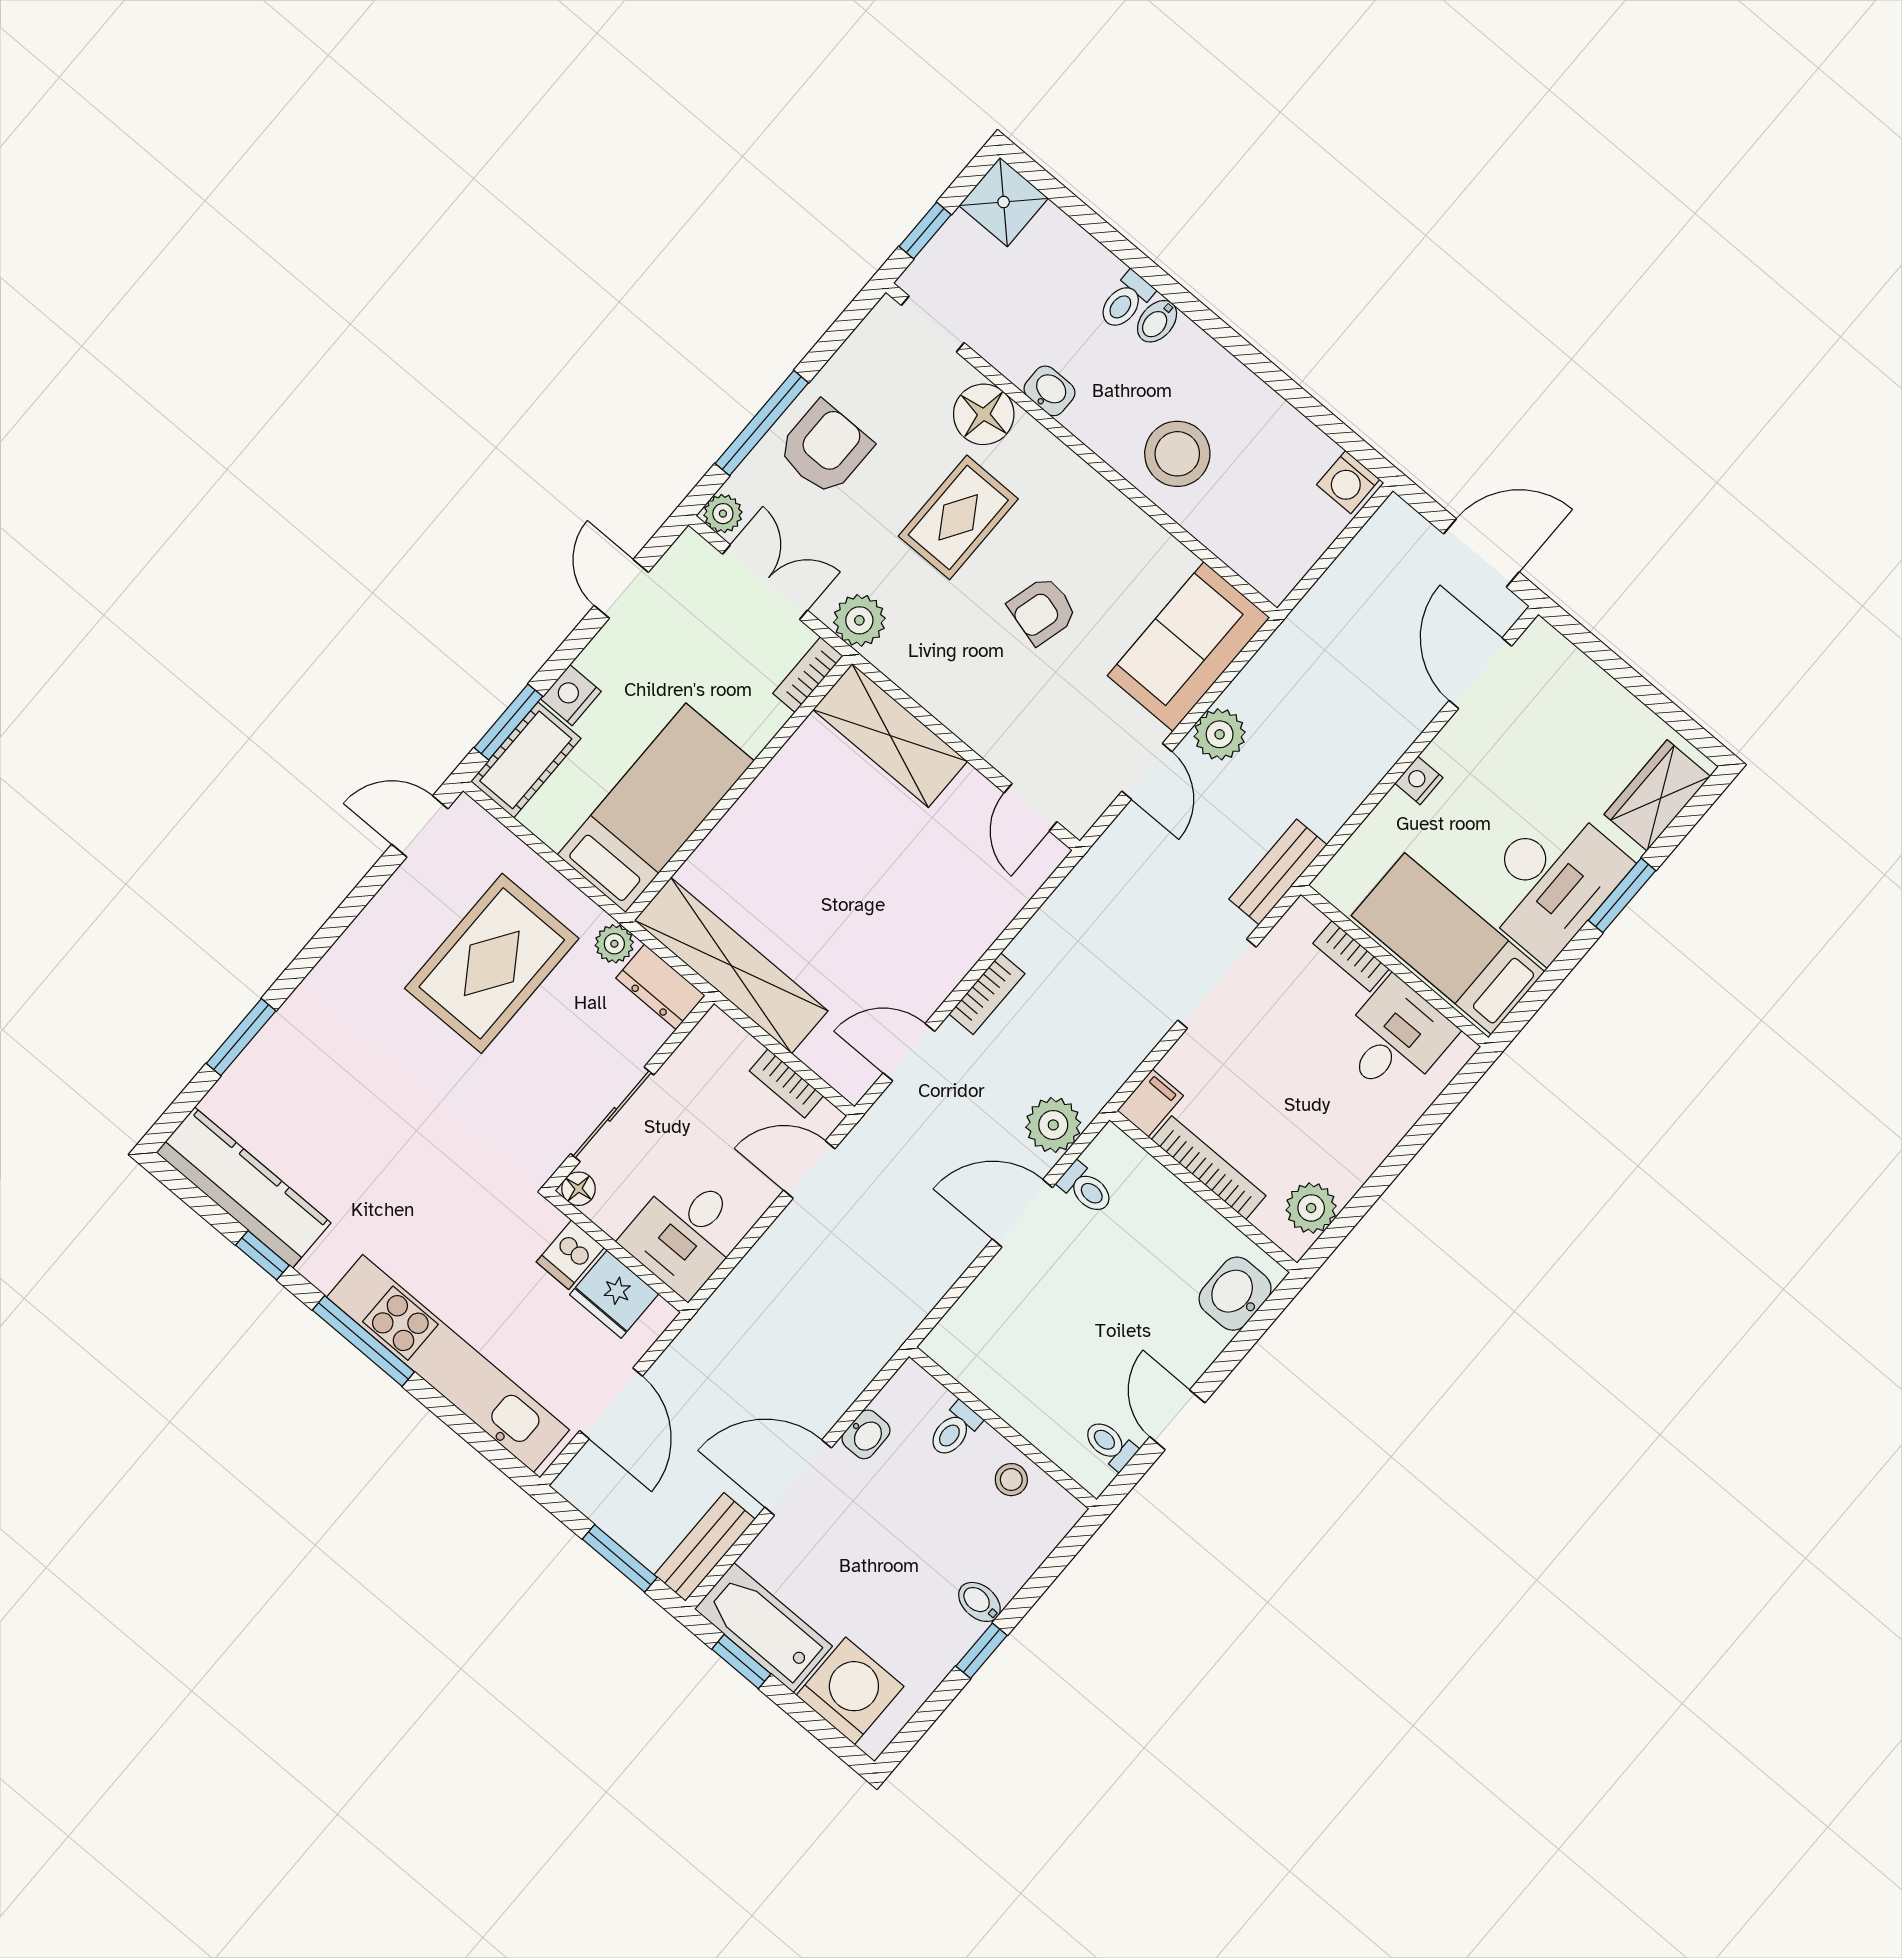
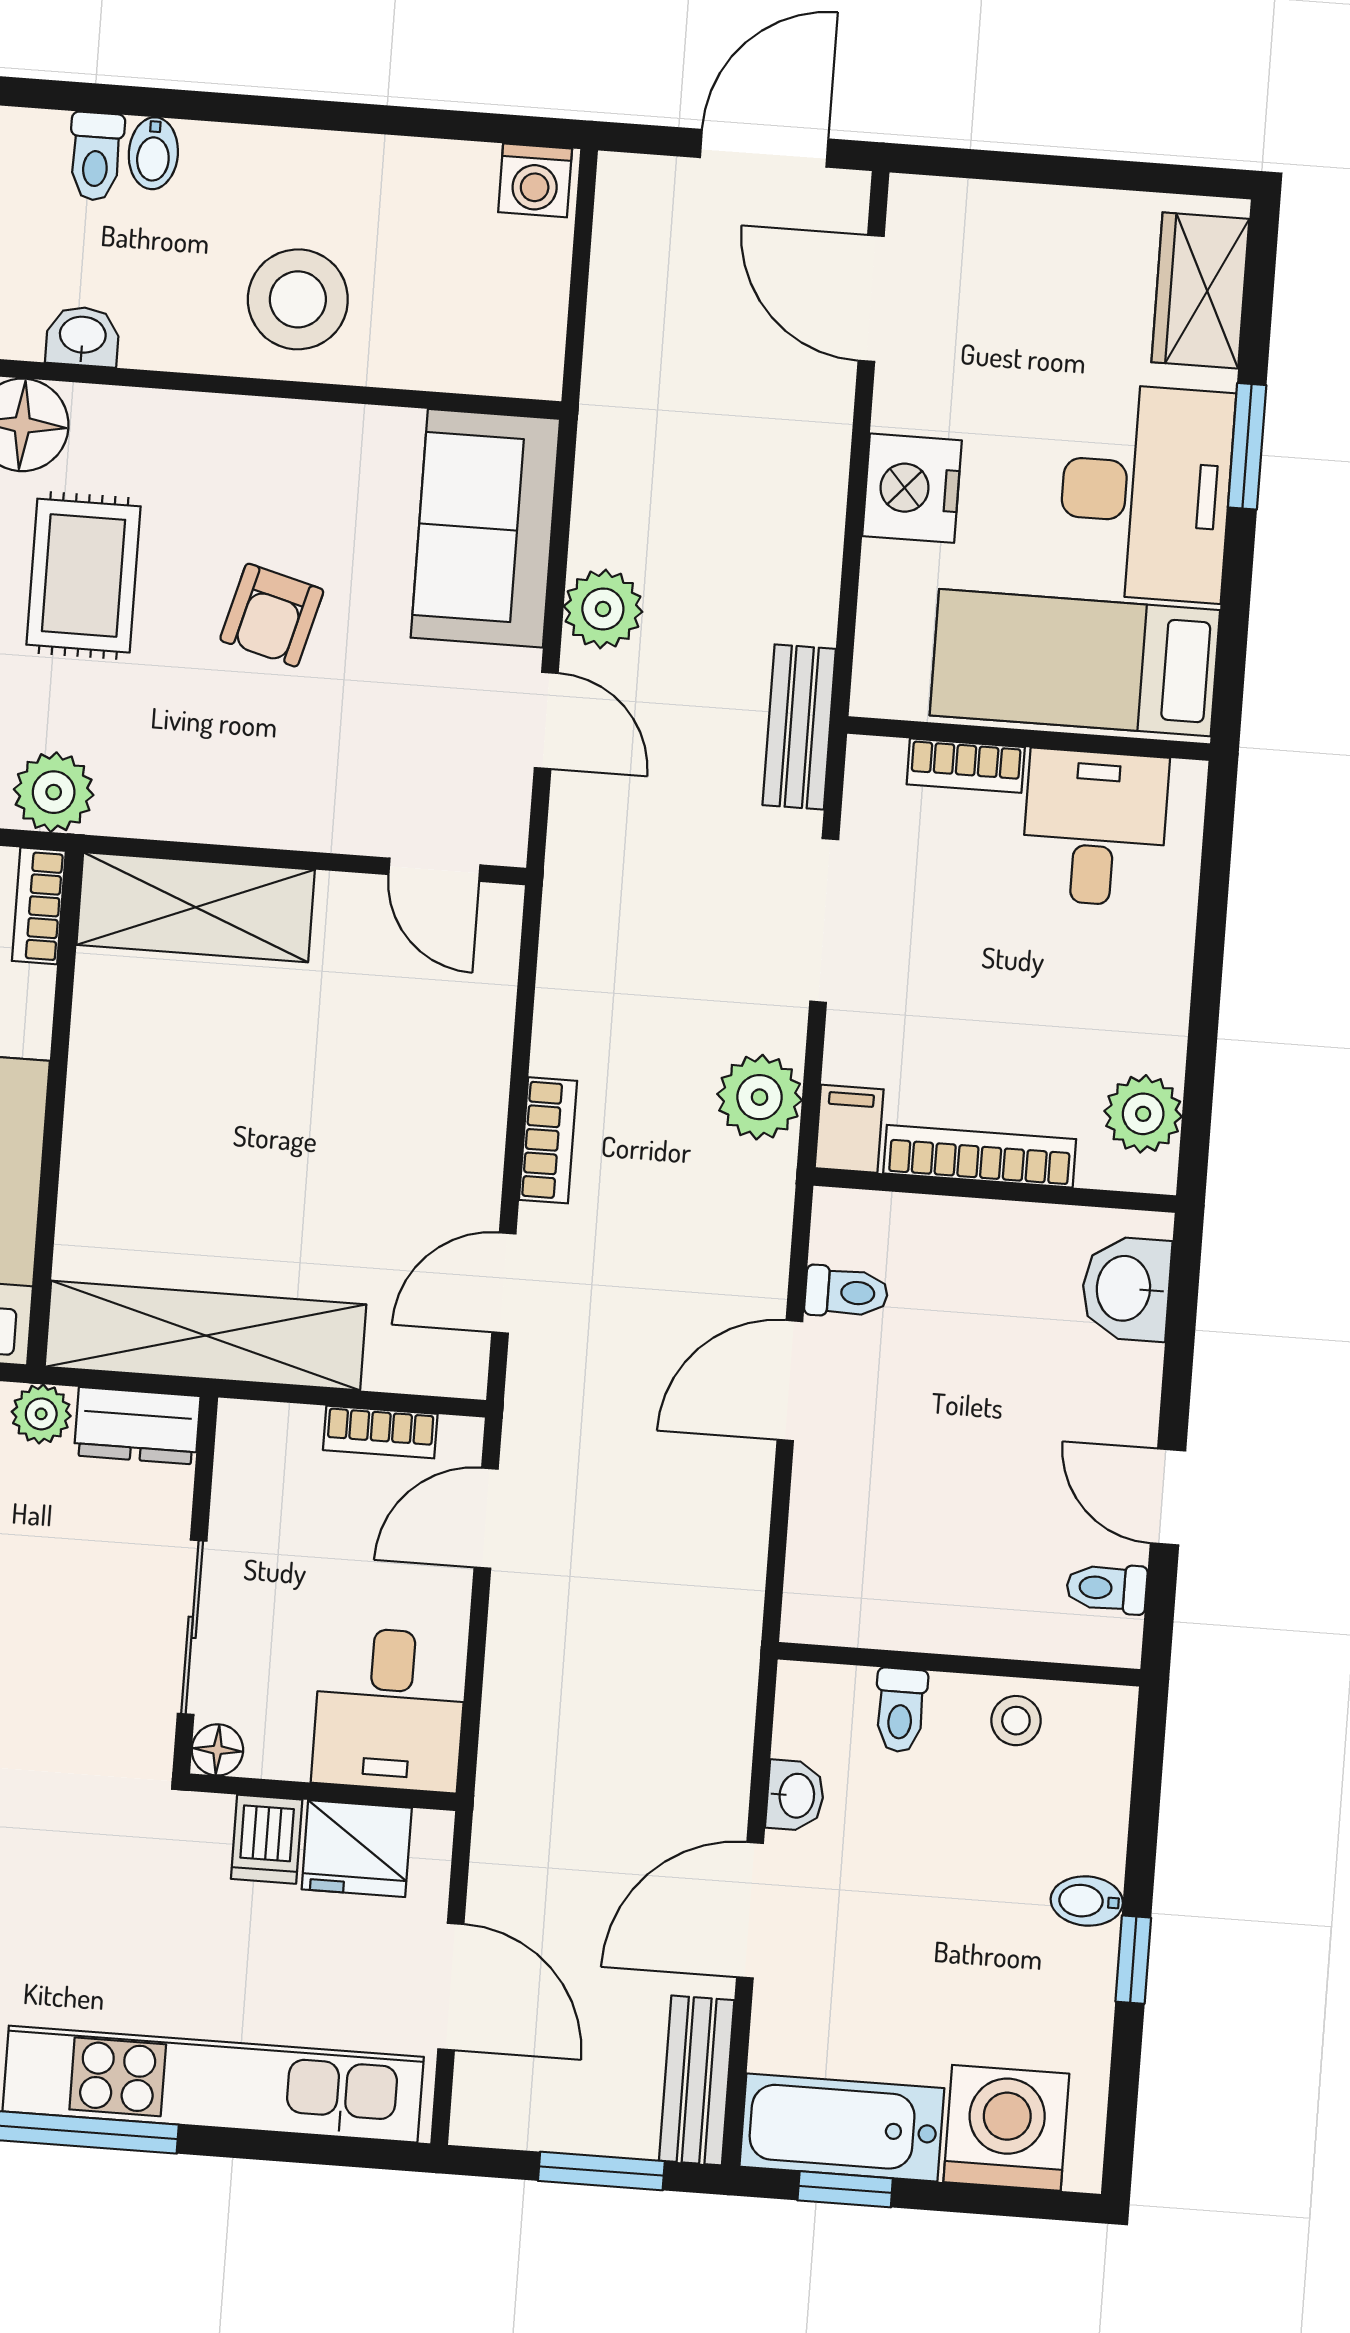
nightstand: (1419, 780) -> (912, 488), width x1.89, depth x1.79
plant: (1053, 1125) -> (760, 1097), moved

